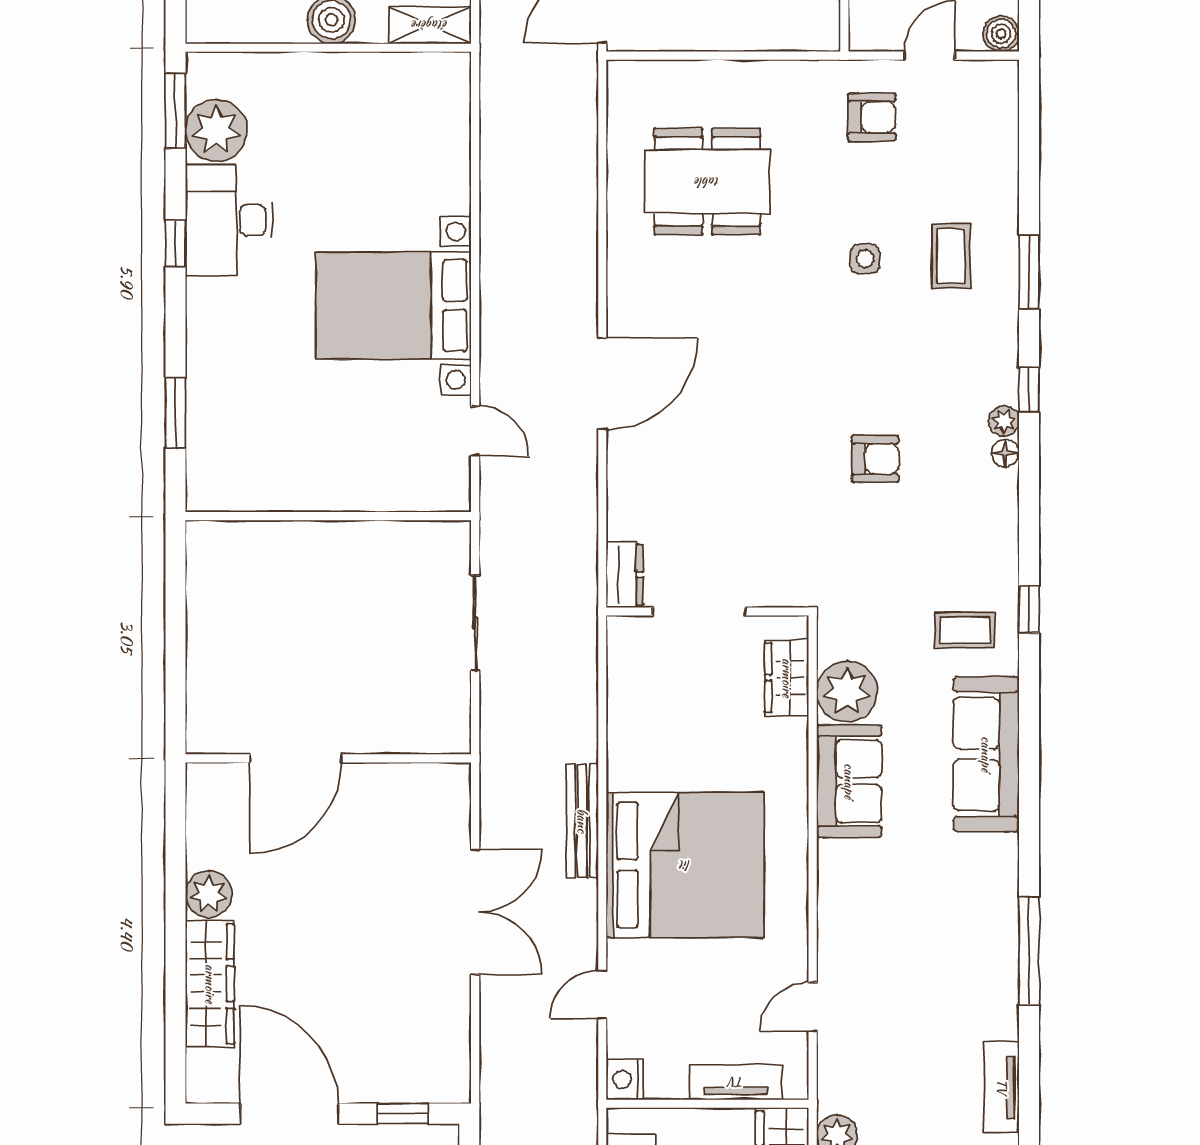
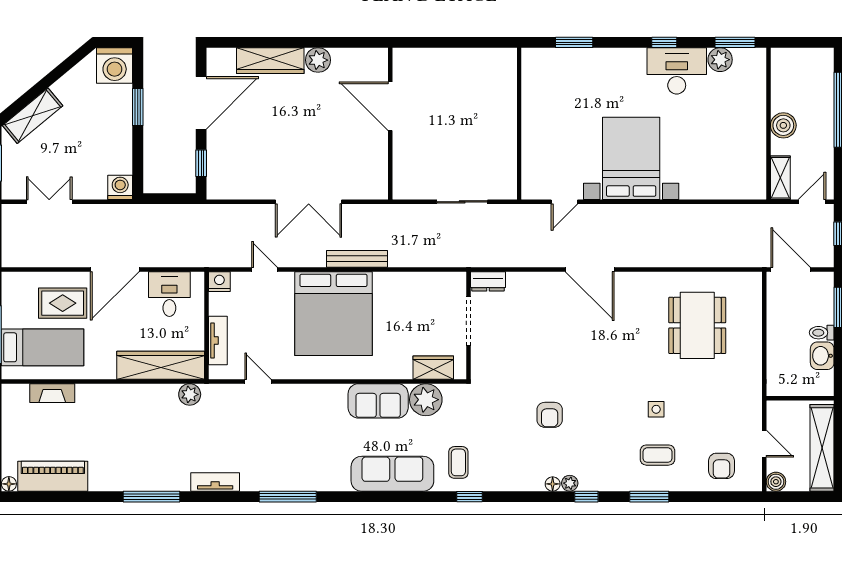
armchair: (872, 117) -> (721, 466), moved
plant: (216, 130) -> (720, 60), width x0.73, depth x0.73

